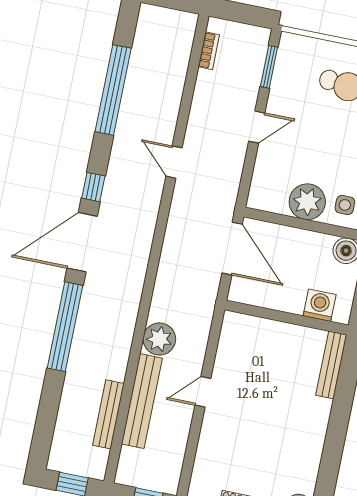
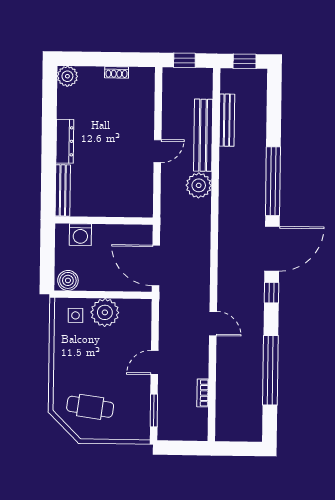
bookcase: (209, 51) -> (203, 393), moved
dresser: (317, 426) -> (65, 141), added

